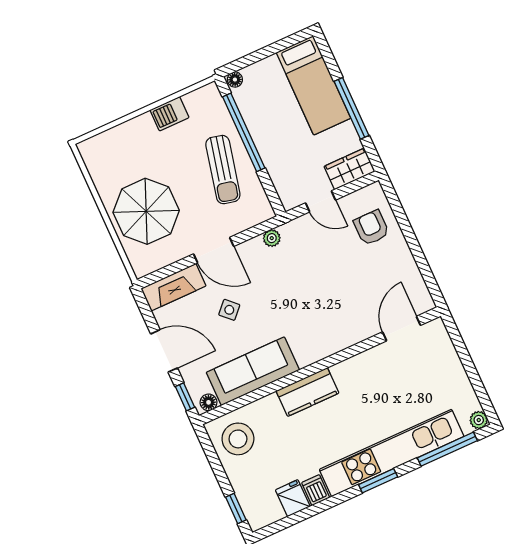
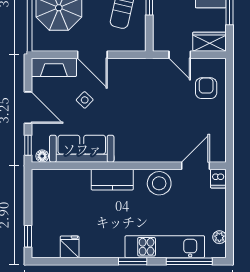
plant: (272, 238) -> (135, 65), removed
plant: (479, 420) -> (219, 237), moved
stool: (238, 439) -> (159, 183), moved
kitchen unit: (392, 453) -> (165, 247), width x0.73
dishwasher: (316, 490) -> (218, 179), moved, turned 180

